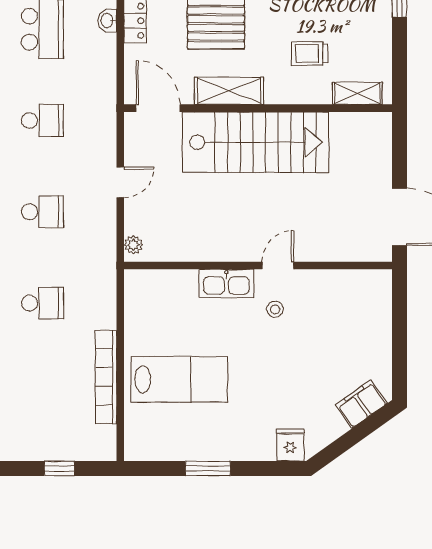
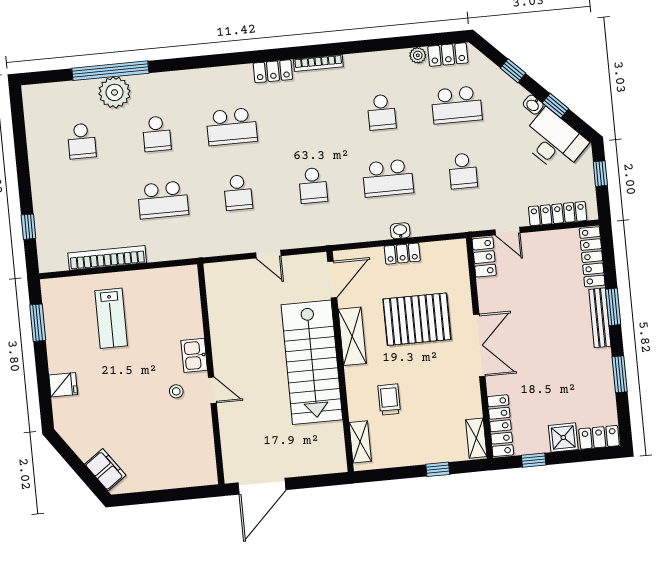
plant: (133, 245) -> (218, 270), removed
kitchen sink: (226, 283) -> (194, 355), width x0.73
school desk: (42, 303) -> (163, 200), width x1.85
lab bench: (179, 379) -> (111, 318), width x0.73, depth x0.72
fridge: (290, 445) -> (63, 385), moved
window: (208, 468) -> (38, 323), moved

